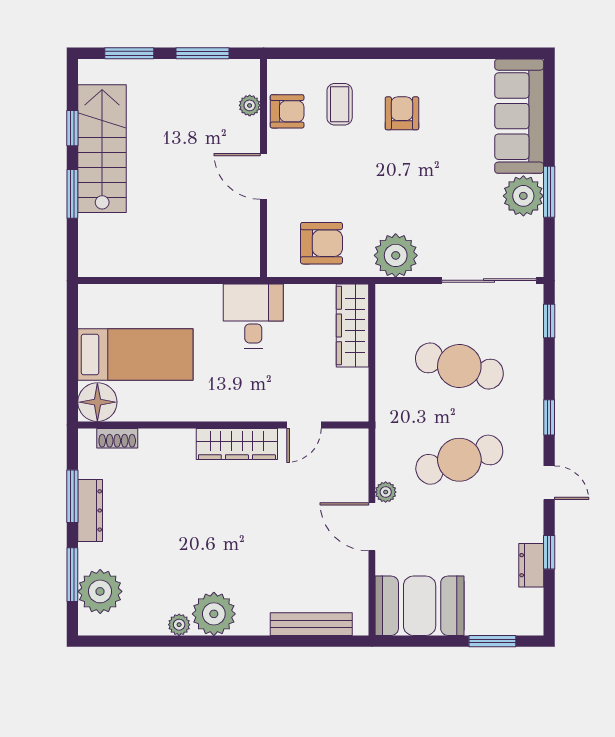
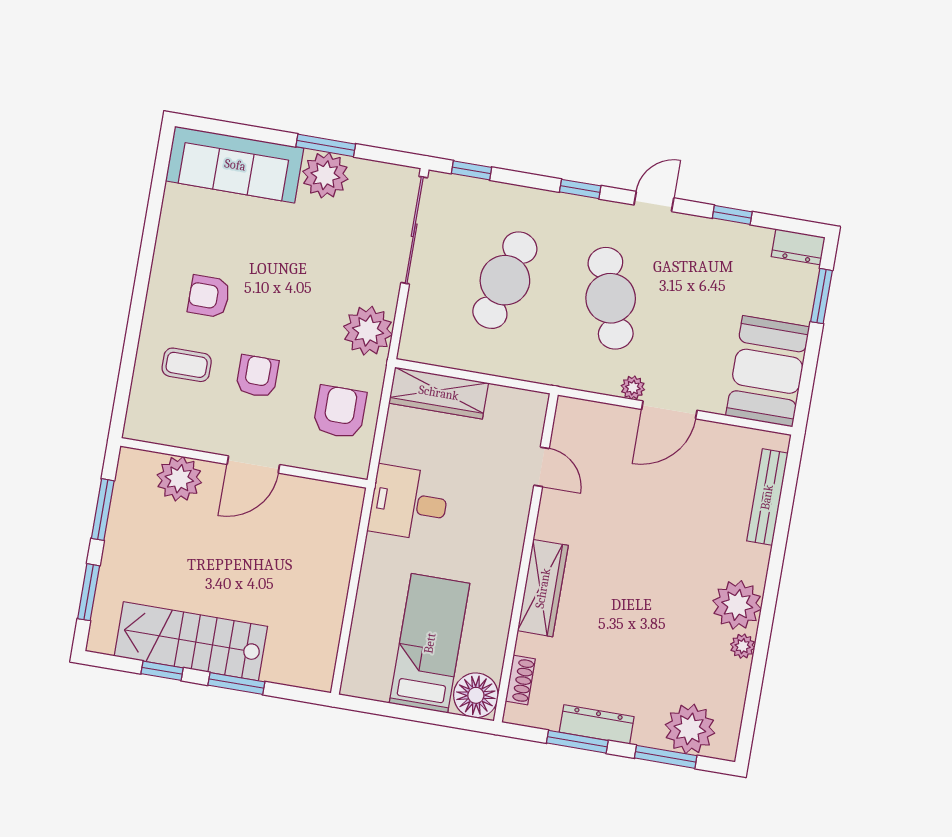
plant: (250, 105) -> (179, 479), width x1.88, depth x1.88
armchair: (287, 111) -> (257, 376), moved
wardrobe: (237, 444) -> (543, 588), moved
dresser: (531, 565) -> (798, 247), moved

